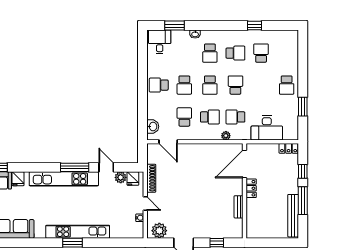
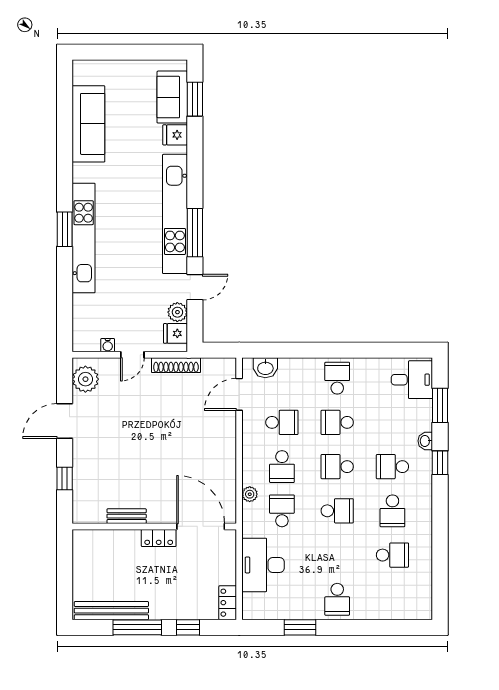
window: (255, 26) -> (440, 463), moved
school desk: (287, 85) -> (337, 599), turned -90

